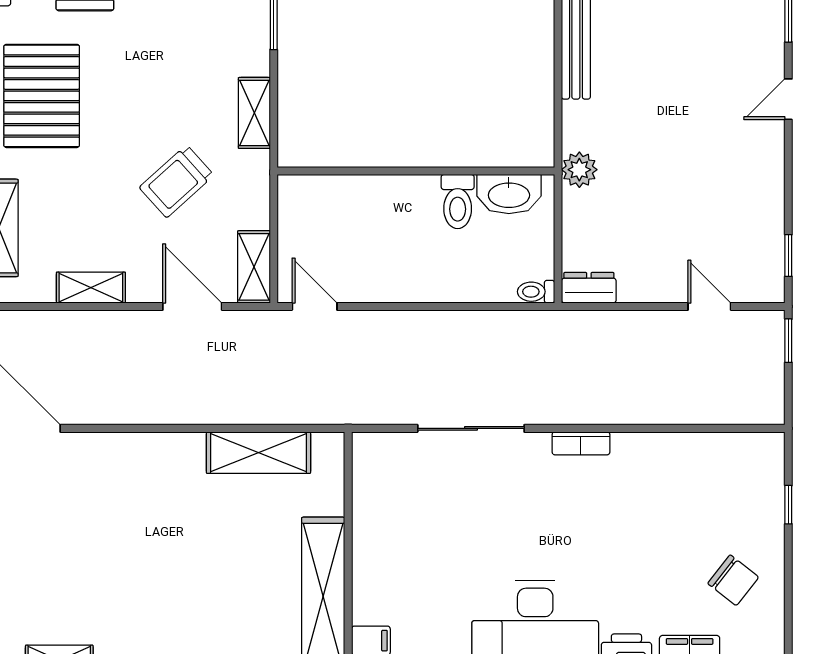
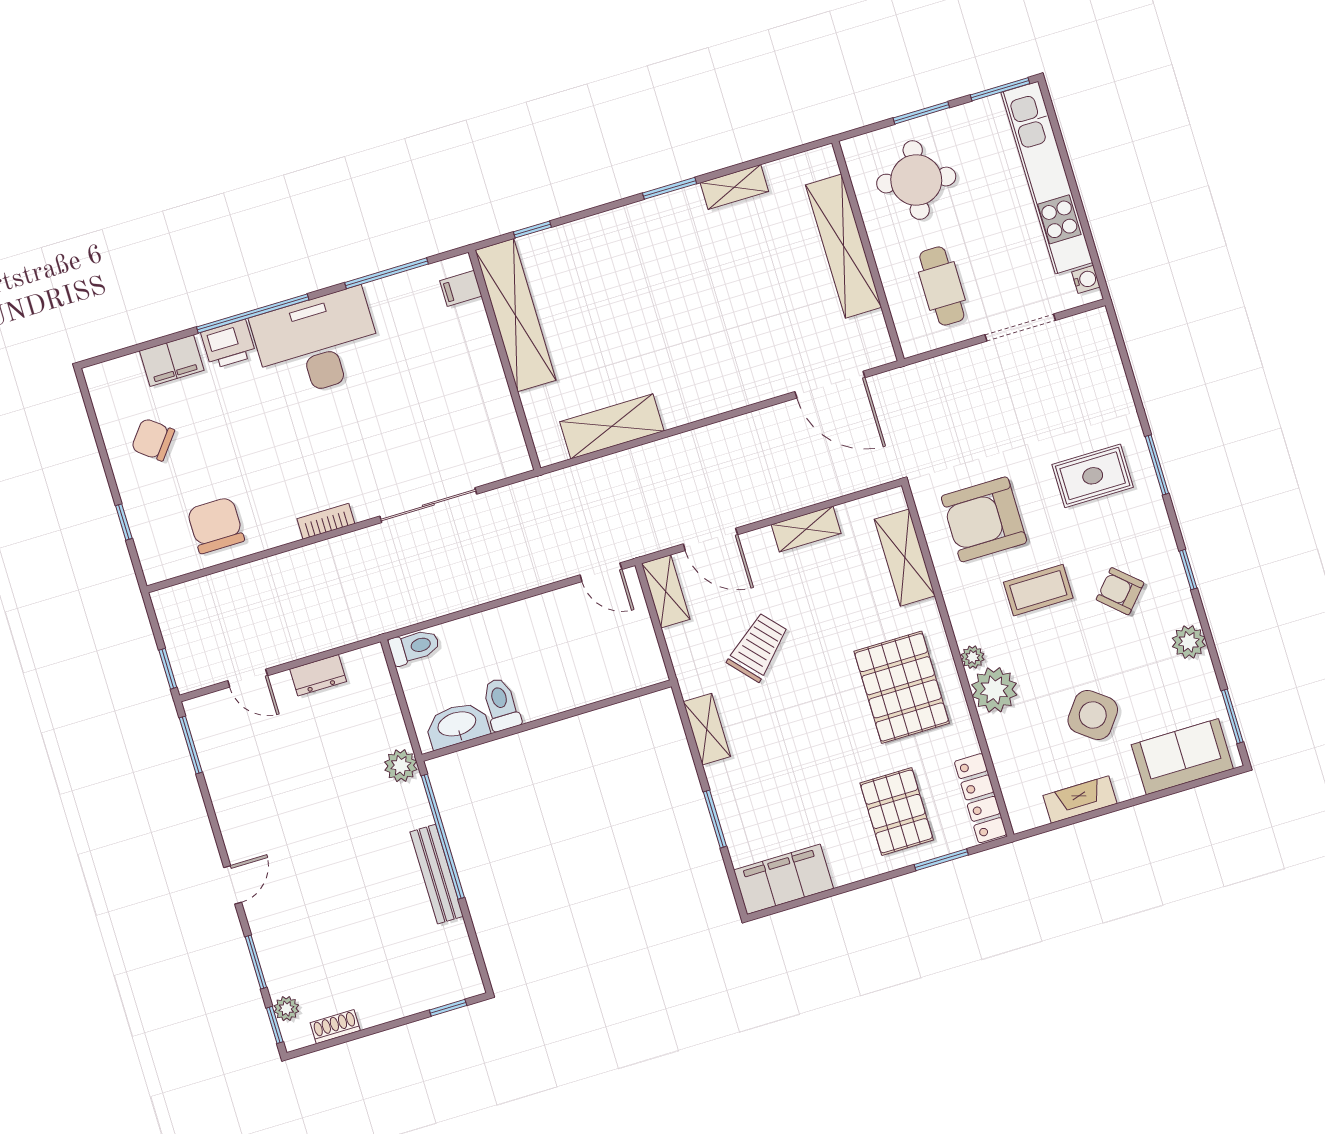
window: (558, 84) -> (443, 837), added
window: (788, 255) -> (191, 745), width x1.50
dresser: (589, 288) -> (318, 675), moved
toilet: (536, 292) -> (414, 647), width x1.37, depth x1.39
chair: (695, 473) -> (216, 525), added

